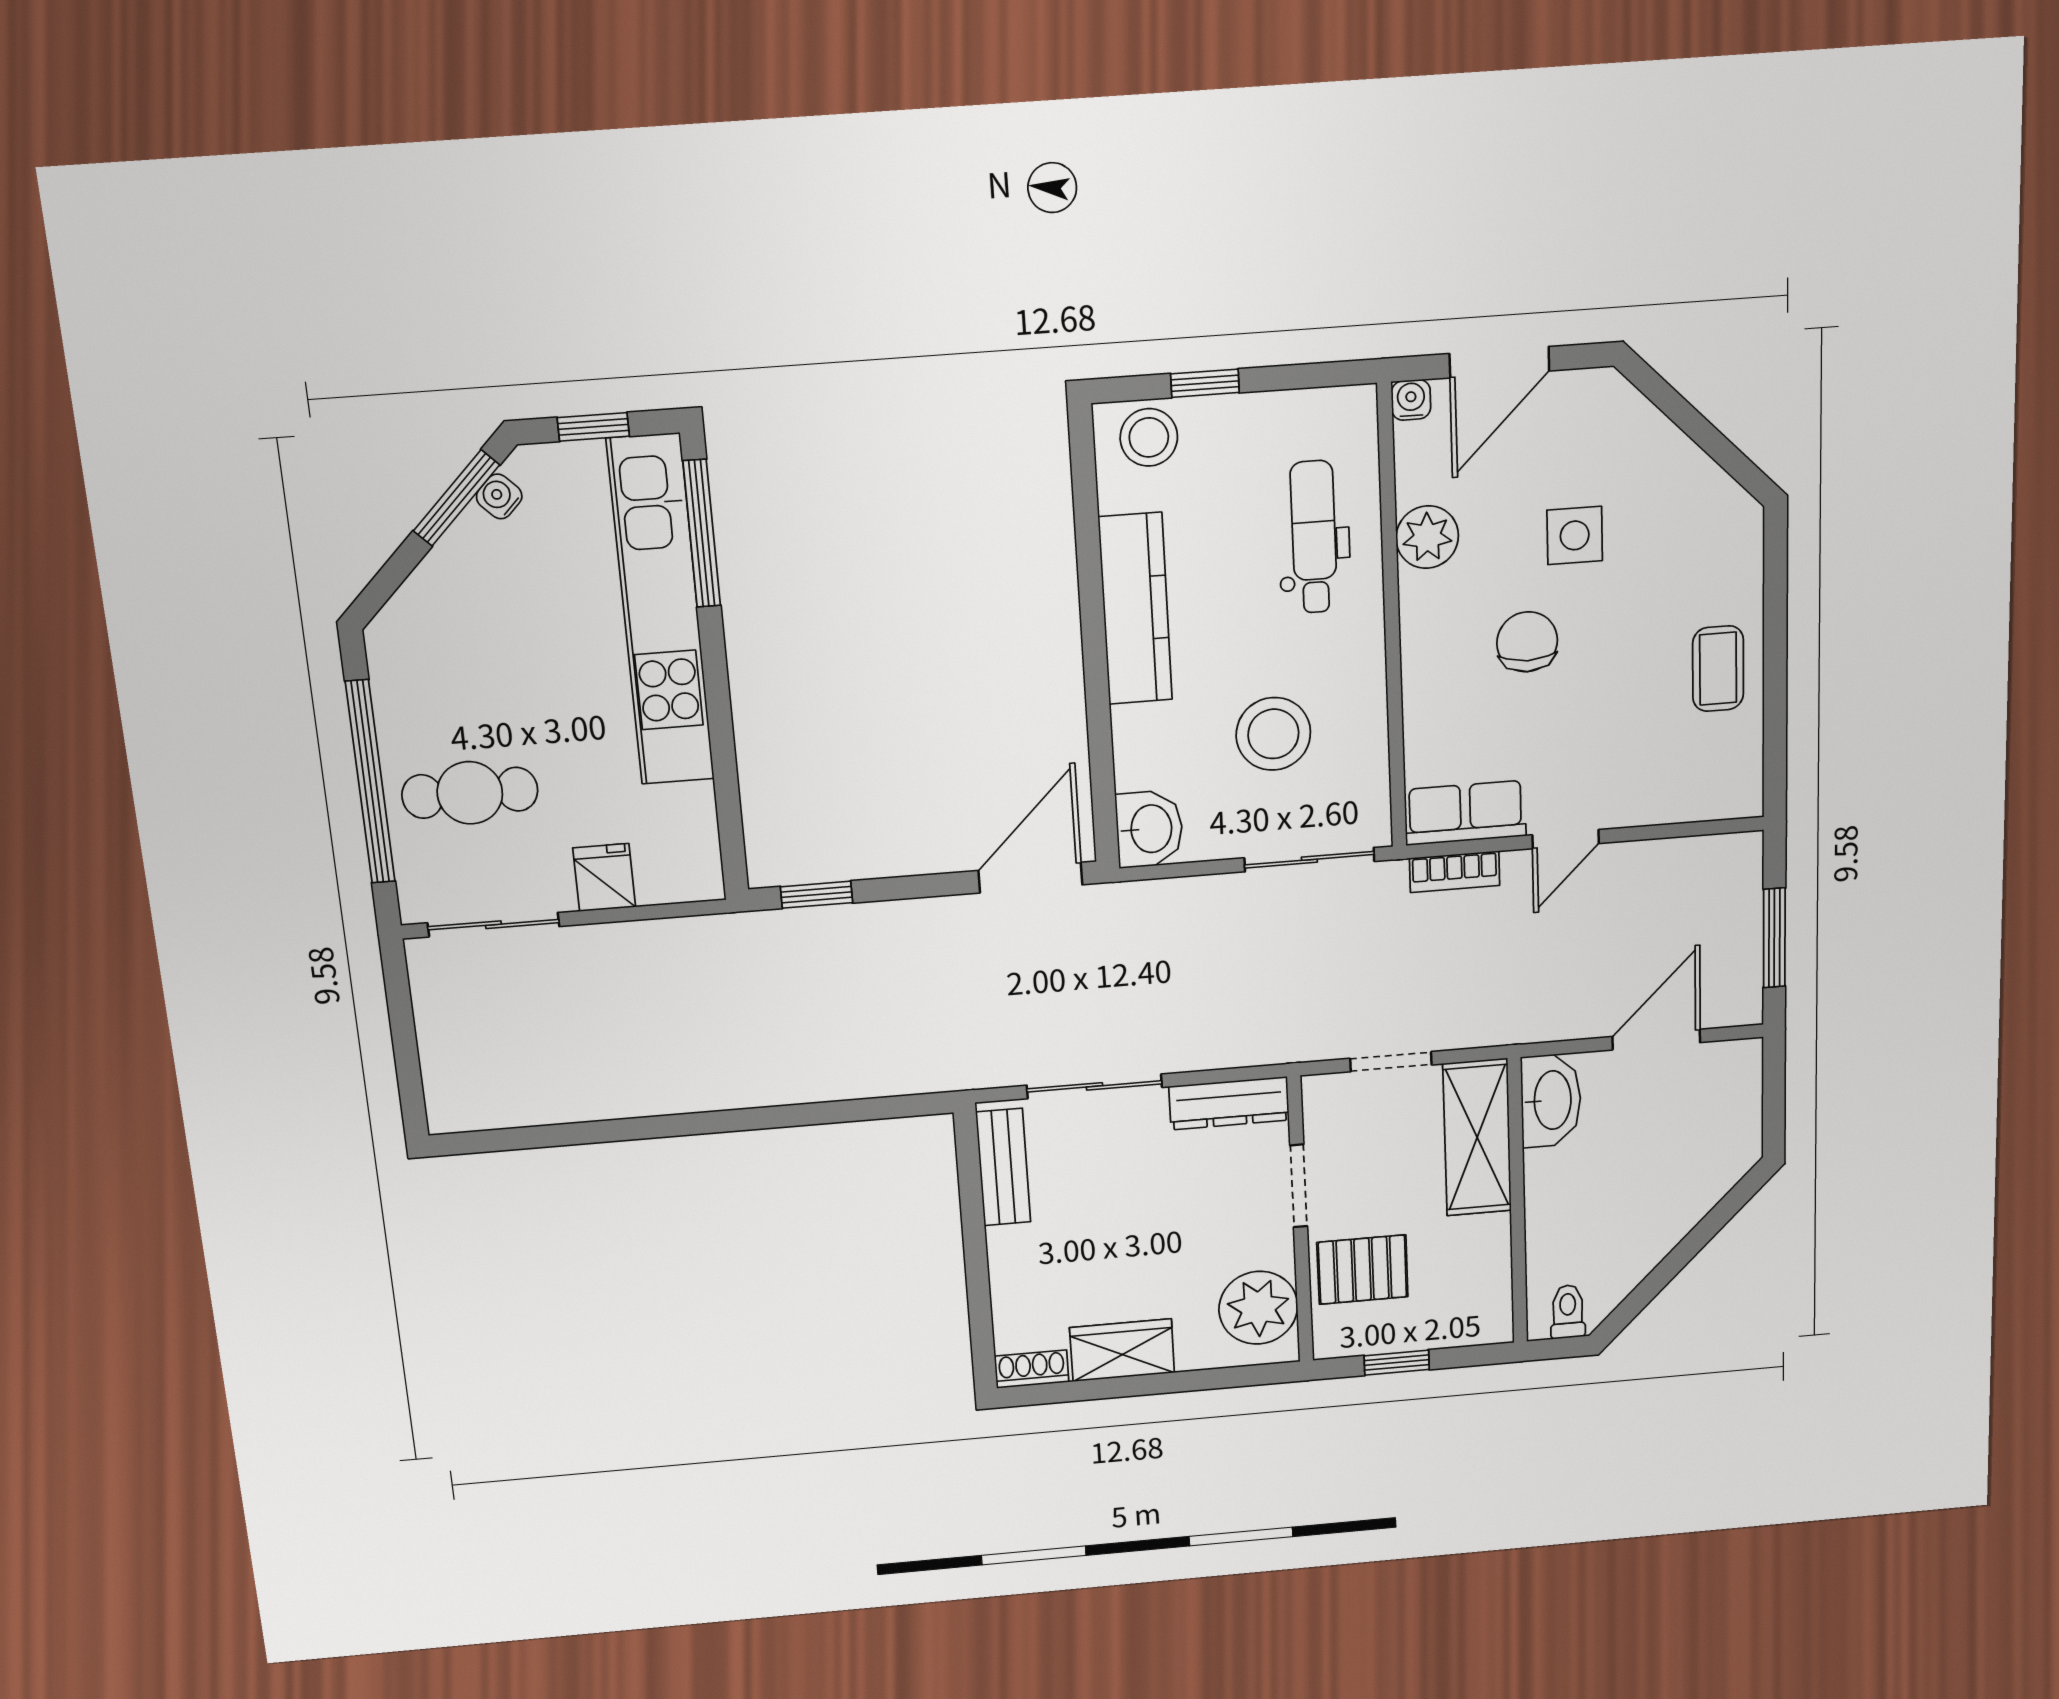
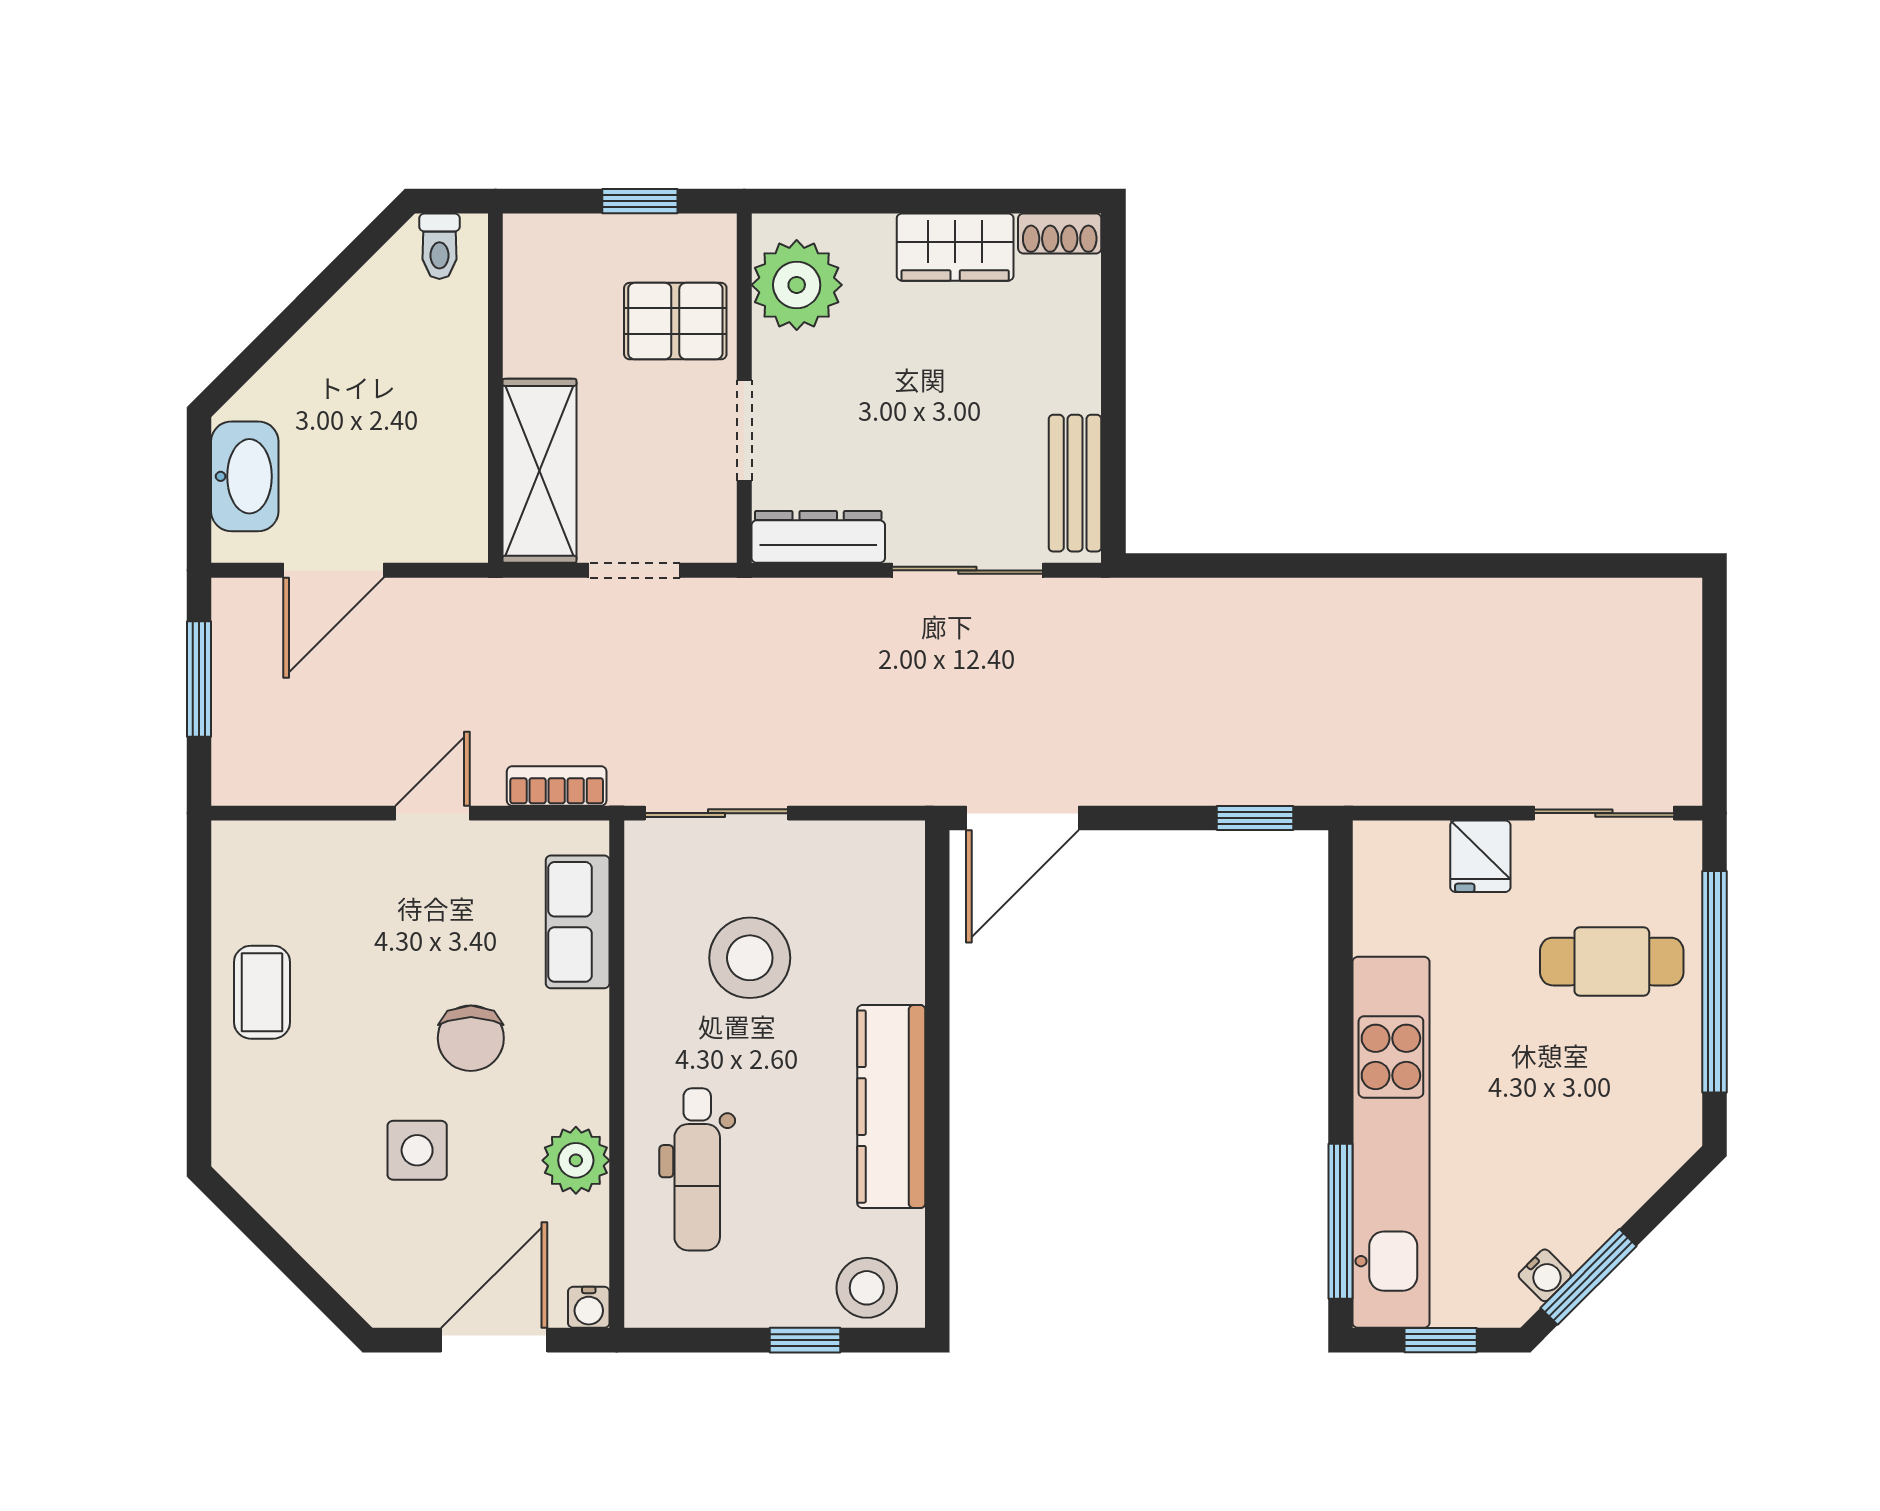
row of seats: (1465, 813) -> (578, 922), moved, turned 90
washbasin: (1149, 829) -> (890, 862), removed
washbasin: (1551, 1100) -> (245, 476), moved, turned 180

